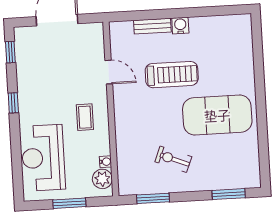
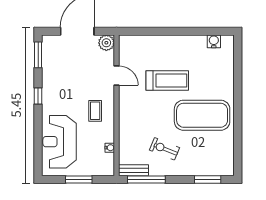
bench: (152, 26) -> (133, 170), moved
water cooler: (180, 26) -> (214, 41), moved
window: (10, 52) -> (38, 55), width x1.50
plant: (102, 179) -> (106, 43), moved
window: (153, 198) -> (146, 180), width x1.44

